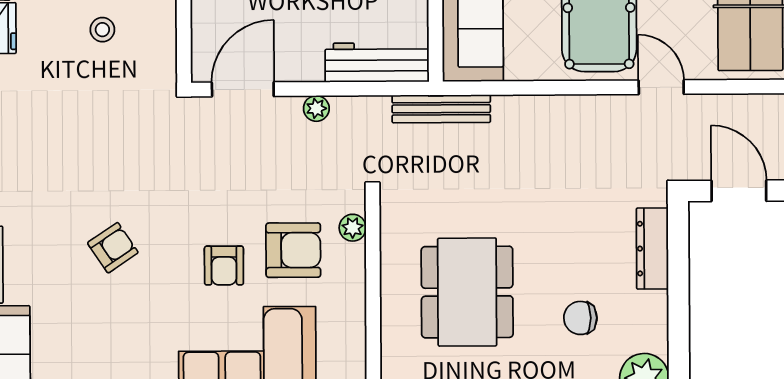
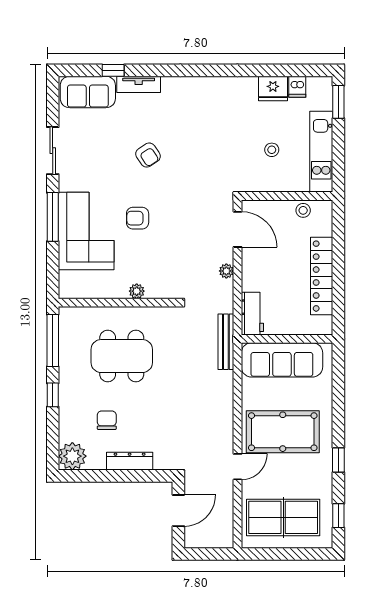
workbench: (377, 62) -> (252, 314), width x0.73
plant: (353, 228) -> (137, 291), moved
dresser: (652, 249) -> (130, 461), moved
armchair: (293, 250) -> (146, 257), removed

